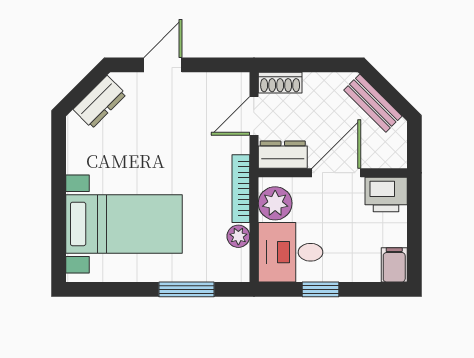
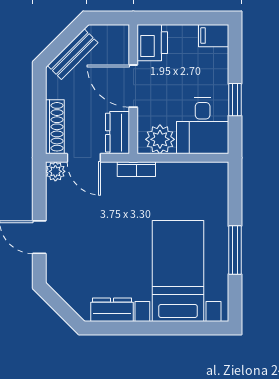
shoe rack: (280, 83) -> (55, 127), width x1.43
dresser: (100, 102) -> (112, 310), moved, turned -45
bookcase: (241, 189) -> (136, 169), width x0.64
plant: (238, 236) -> (55, 171), moved
window: (186, 289) -> (235, 250), moved

